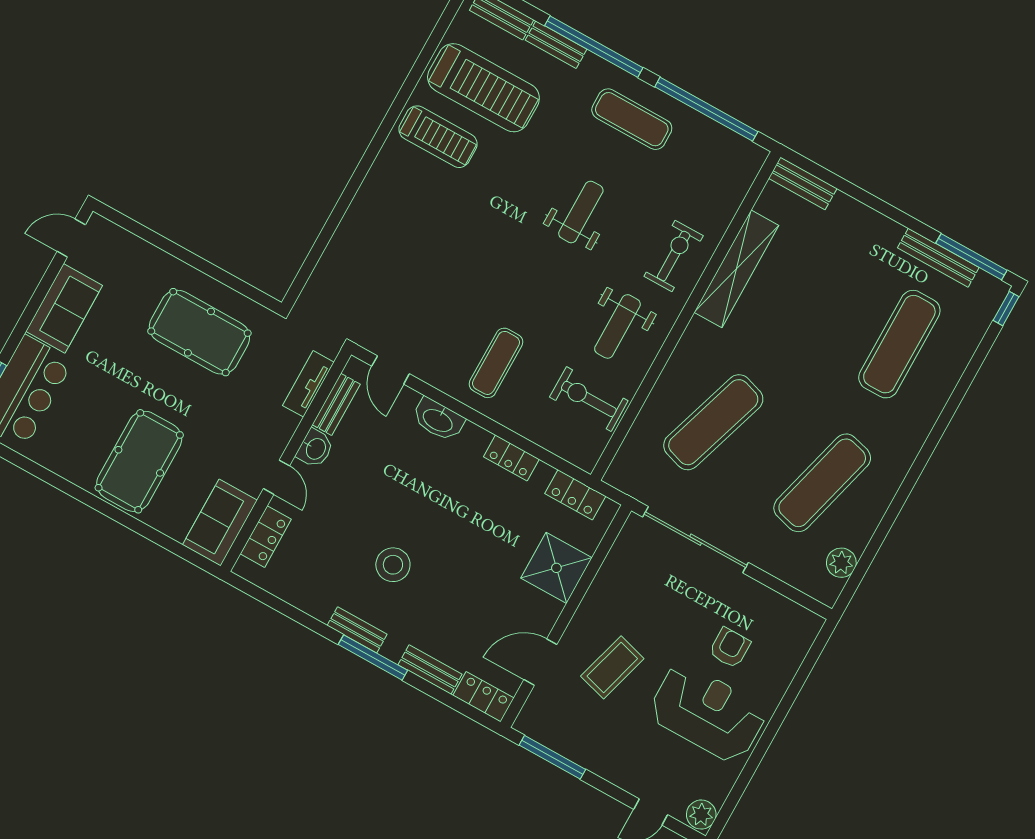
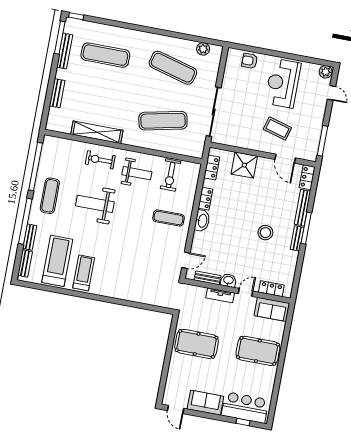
bench: (803, 183) -> (57, 93), moved
weight bench: (581, 212) -> (95, 204), width x1.36, depth x1.33
pool table: (199, 332) -> (197, 344), turned 90
tv unit: (308, 384) -> (220, 295), moved
washbasin: (438, 420) -> (202, 221), moved
exercise mat: (713, 422) -> (163, 121), turned -30
armchair: (730, 648) -> (250, 61), moved
bench: (430, 670) -> (302, 208), width x1.36

